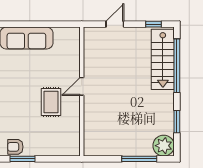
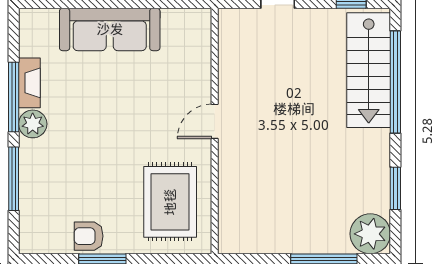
rug: (51, 102) -> (170, 202), moved, width x1.36, depth x1.43

